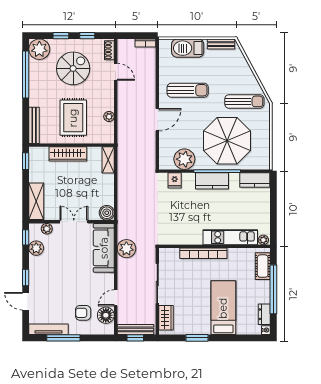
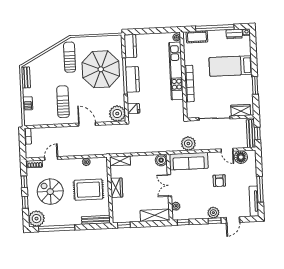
barbecue: (188, 48) -> (28, 103), width x0.53, depth x0.65
wardrobe: (68, 154) -> (117, 188), width x0.67
plant: (184, 159) -> (117, 114), moved
kitchen unit: (230, 237) -> (176, 71), width x1.36
plant: (36, 248) -> (213, 213), moved
armchair: (83, 313) -> (219, 181), moved

